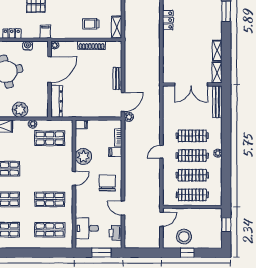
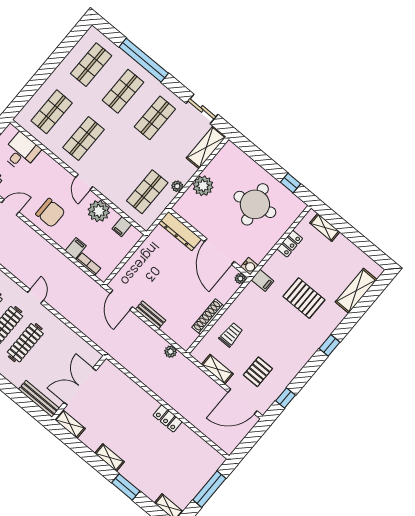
shelving: (117, 27) -> (217, 369), moved
water cooler: (28, 46) -> (249, 266), moved
shelving: (217, 51) -> (110, 458), moved
plant: (129, 117) -> (171, 352), moved
filing cabinet: (81, 124) -> (122, 227), moved

